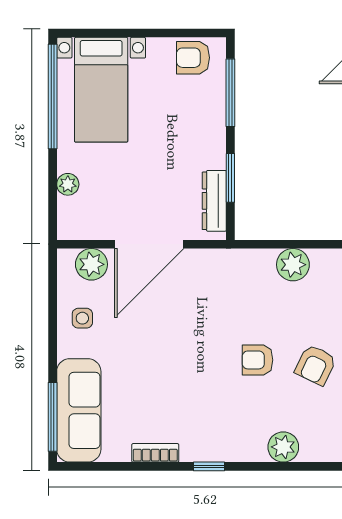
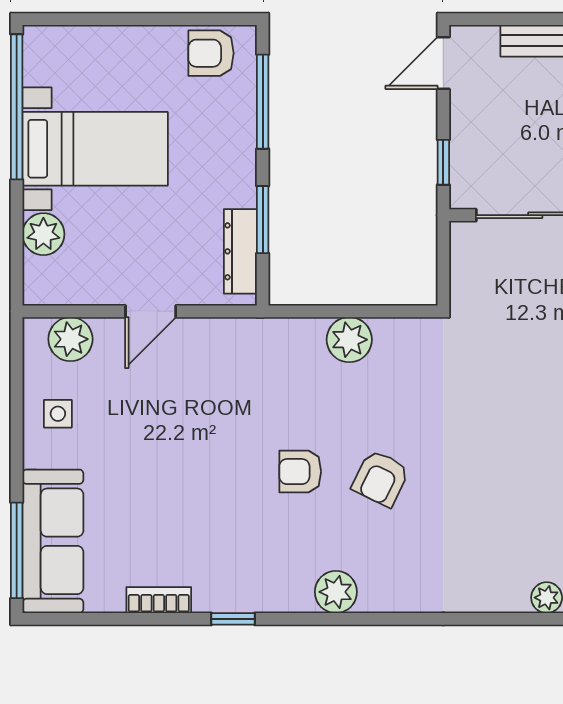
bed with nightstands: (101, 90) -> (95, 149), moved, turned -90
plant: (68, 184) -> (43, 234), width x1.38, depth x1.38
door: (149, 244) -> (151, 311), width x0.53

